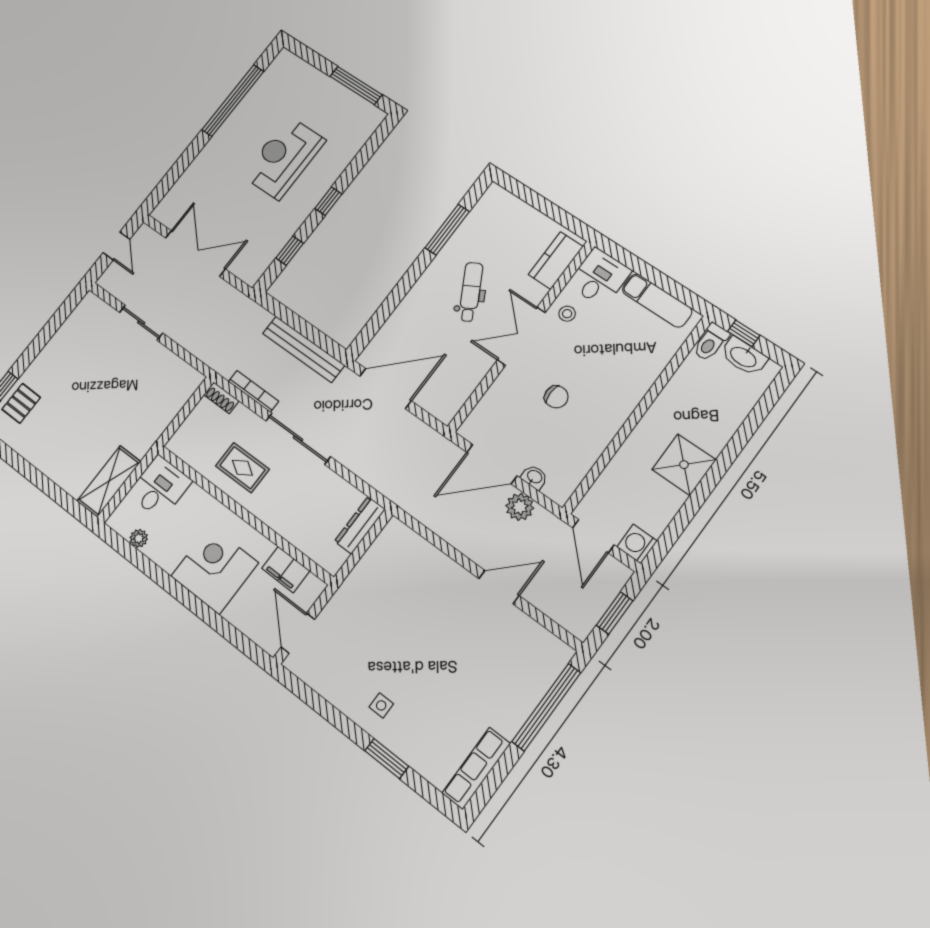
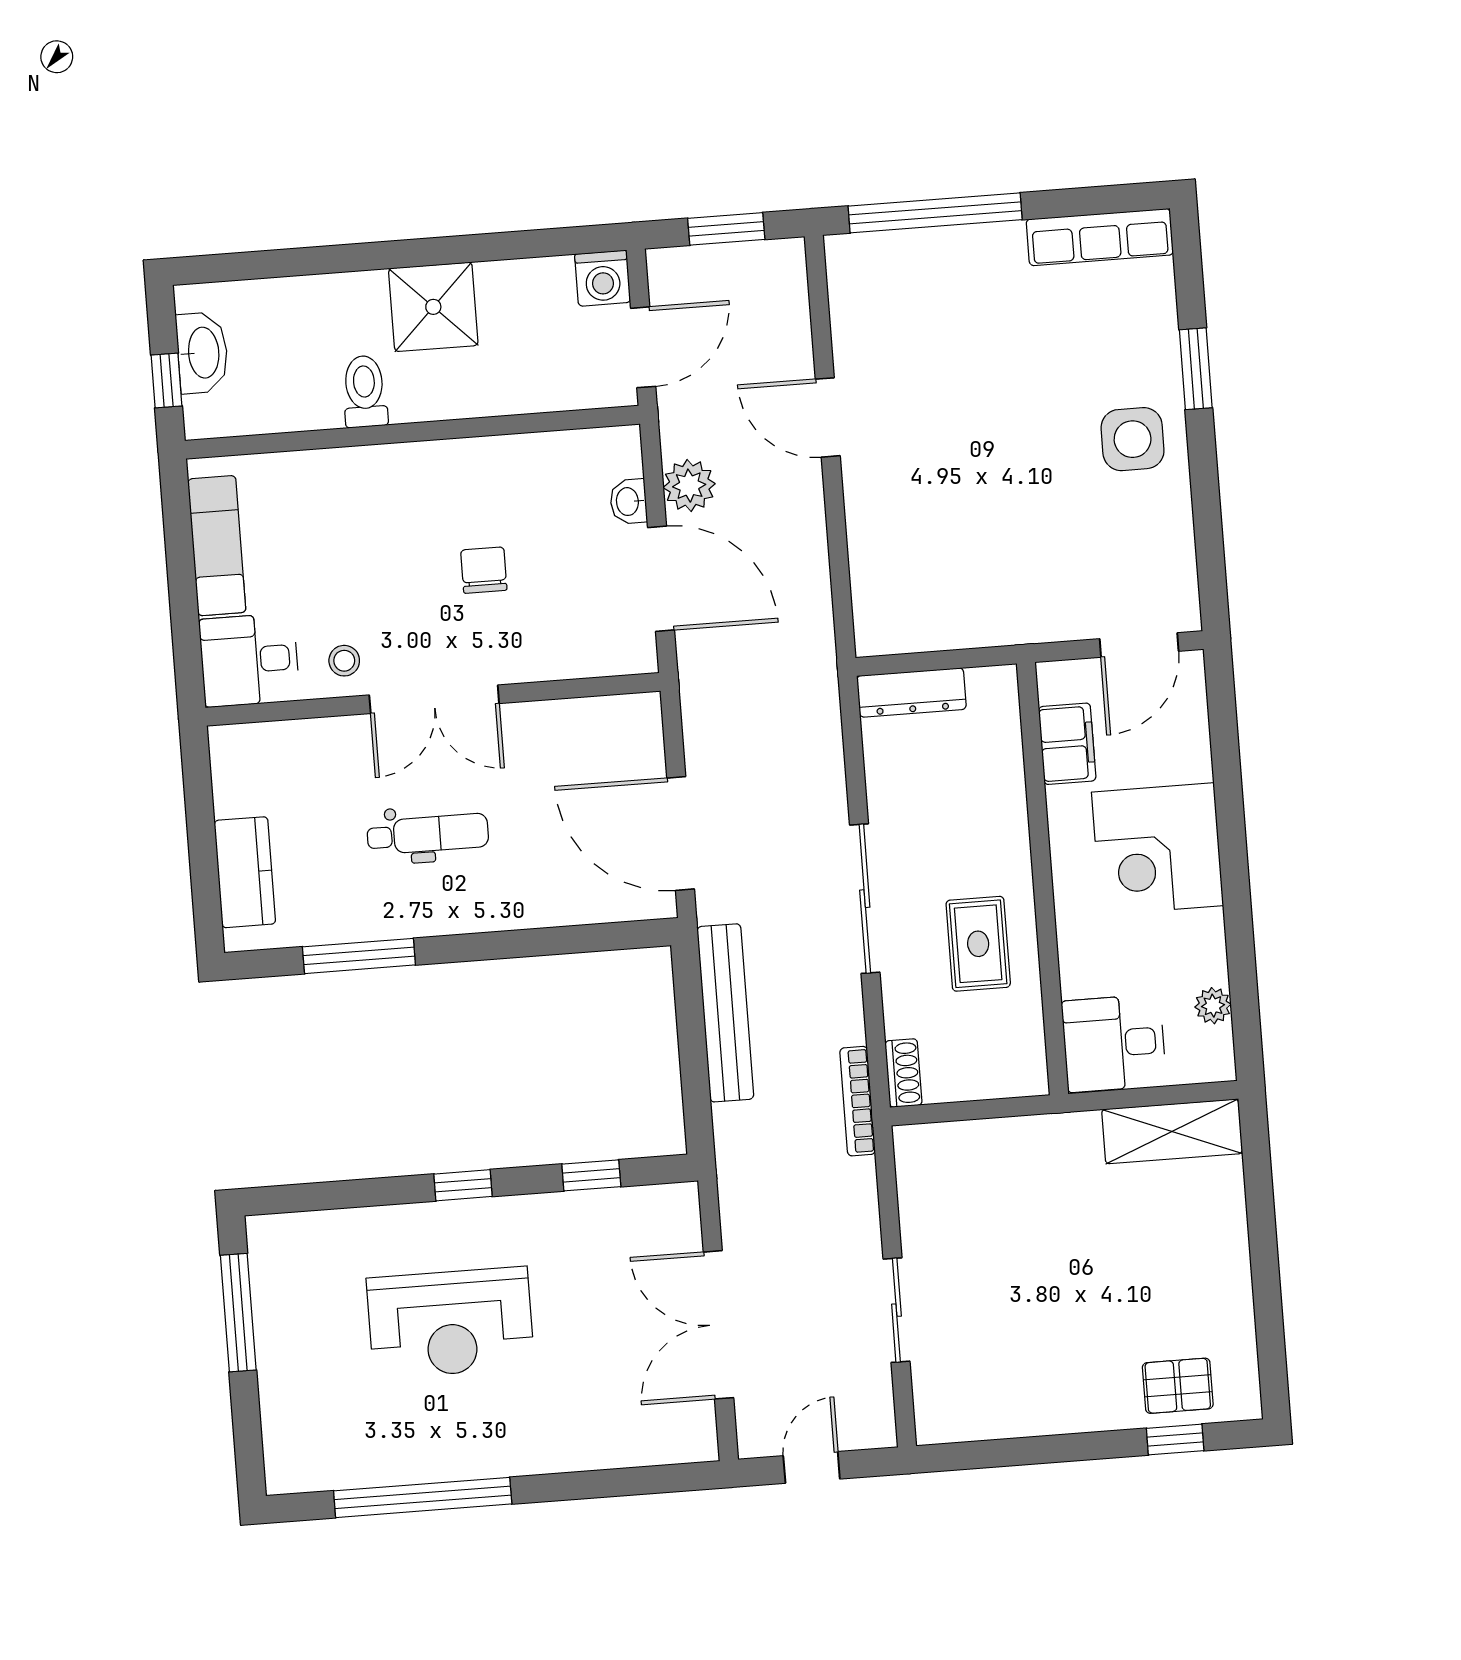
kitchen counter: (556, 261) -> (245, 872), moved, turned -90
dental chair: (471, 292) -> (428, 834), turned -151
toilet: (711, 342) -> (365, 391), moved, turned -90
bookcase: (253, 391) -> (858, 1101), moved
side table: (381, 705) -> (1133, 439), width x1.87, depth x1.87

